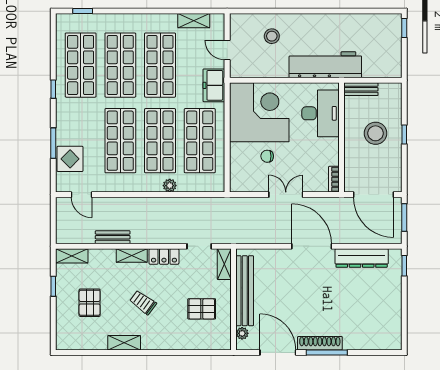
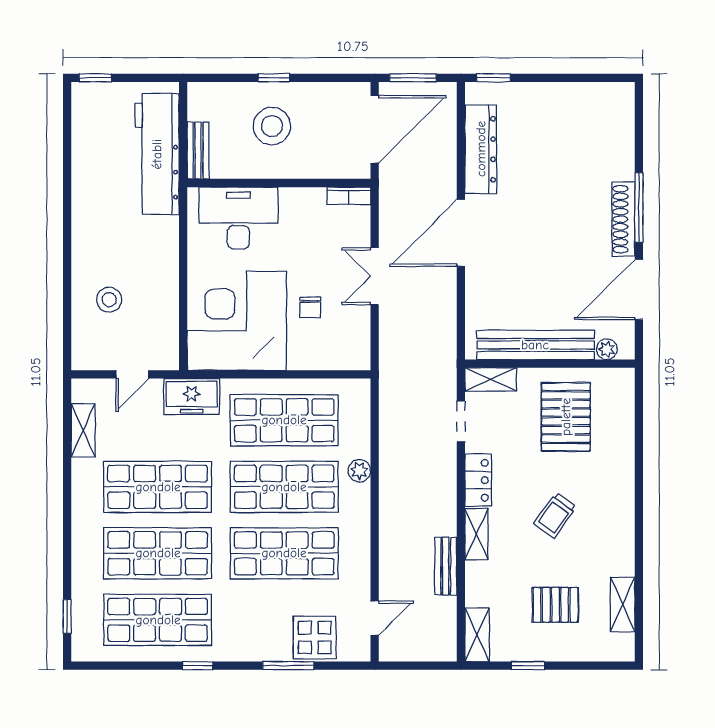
workbench: (325, 65) -> (157, 154), moved
pallet: (202, 309) -> (566, 417), width x1.50, depth x1.42
shelving: (124, 343) -> (623, 604), moved

